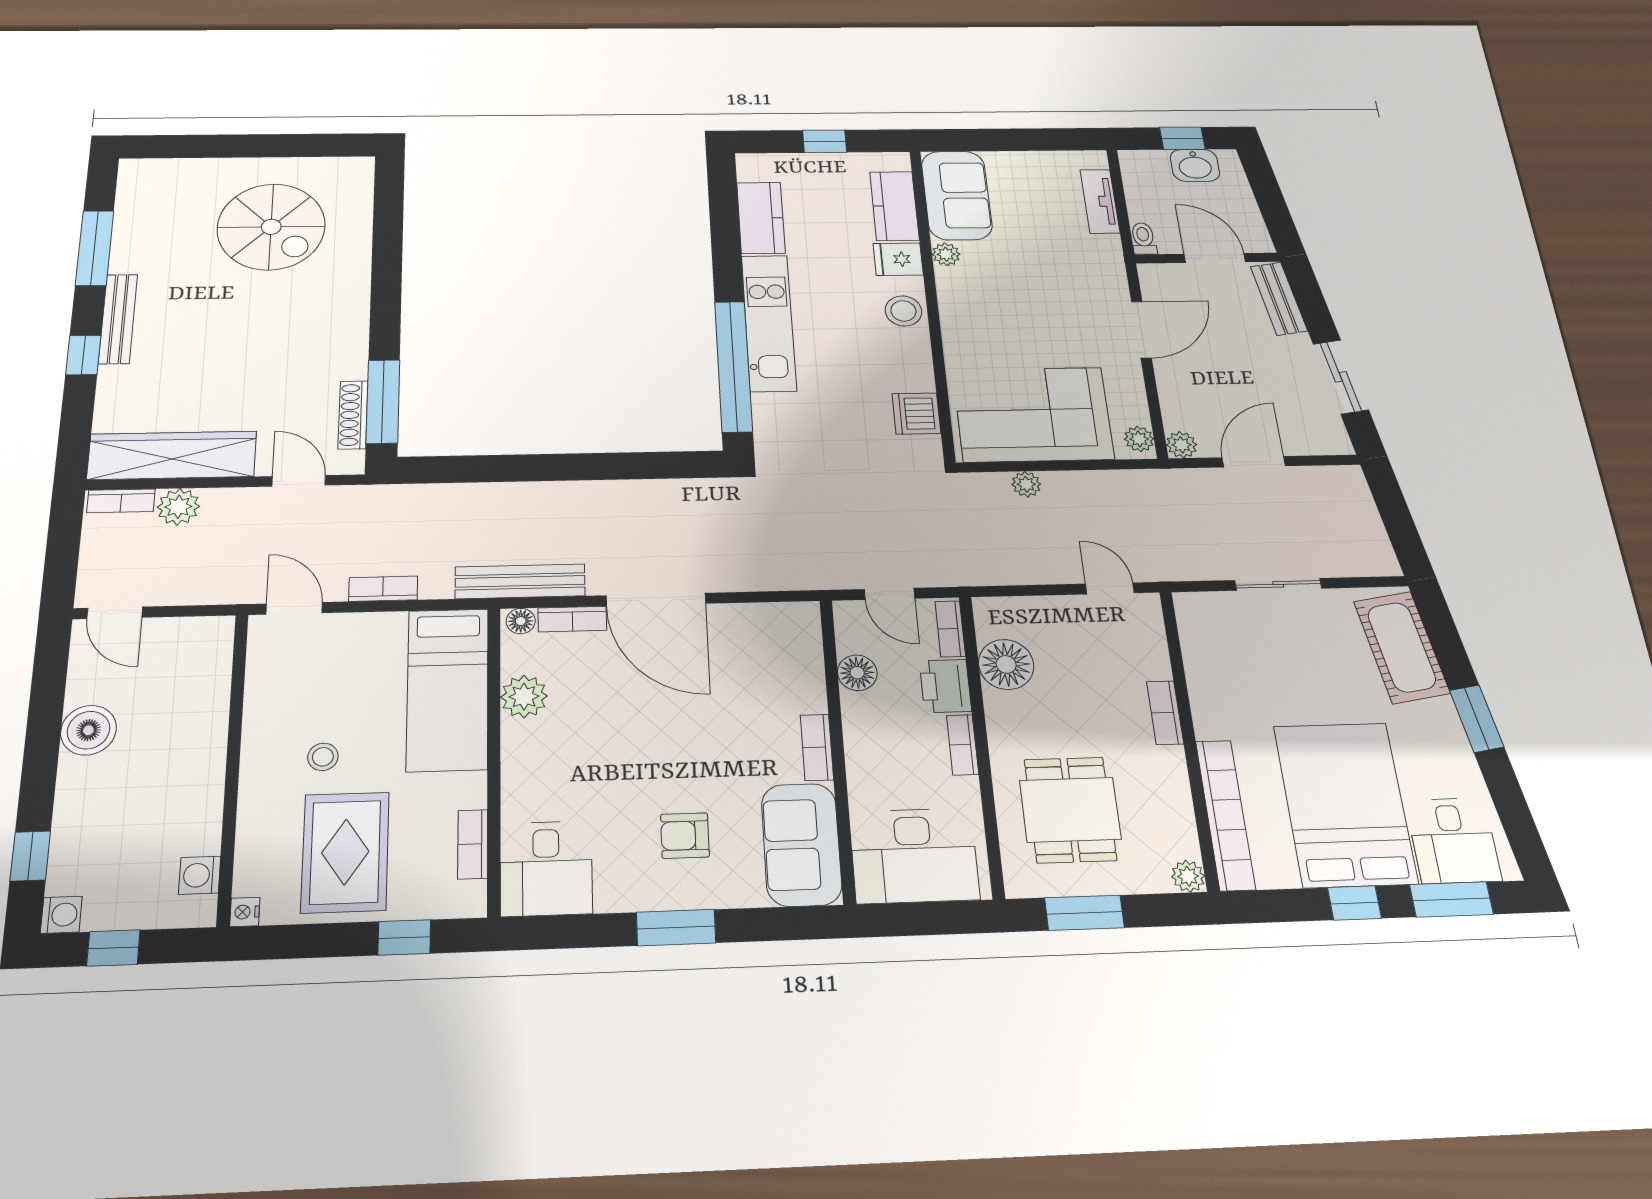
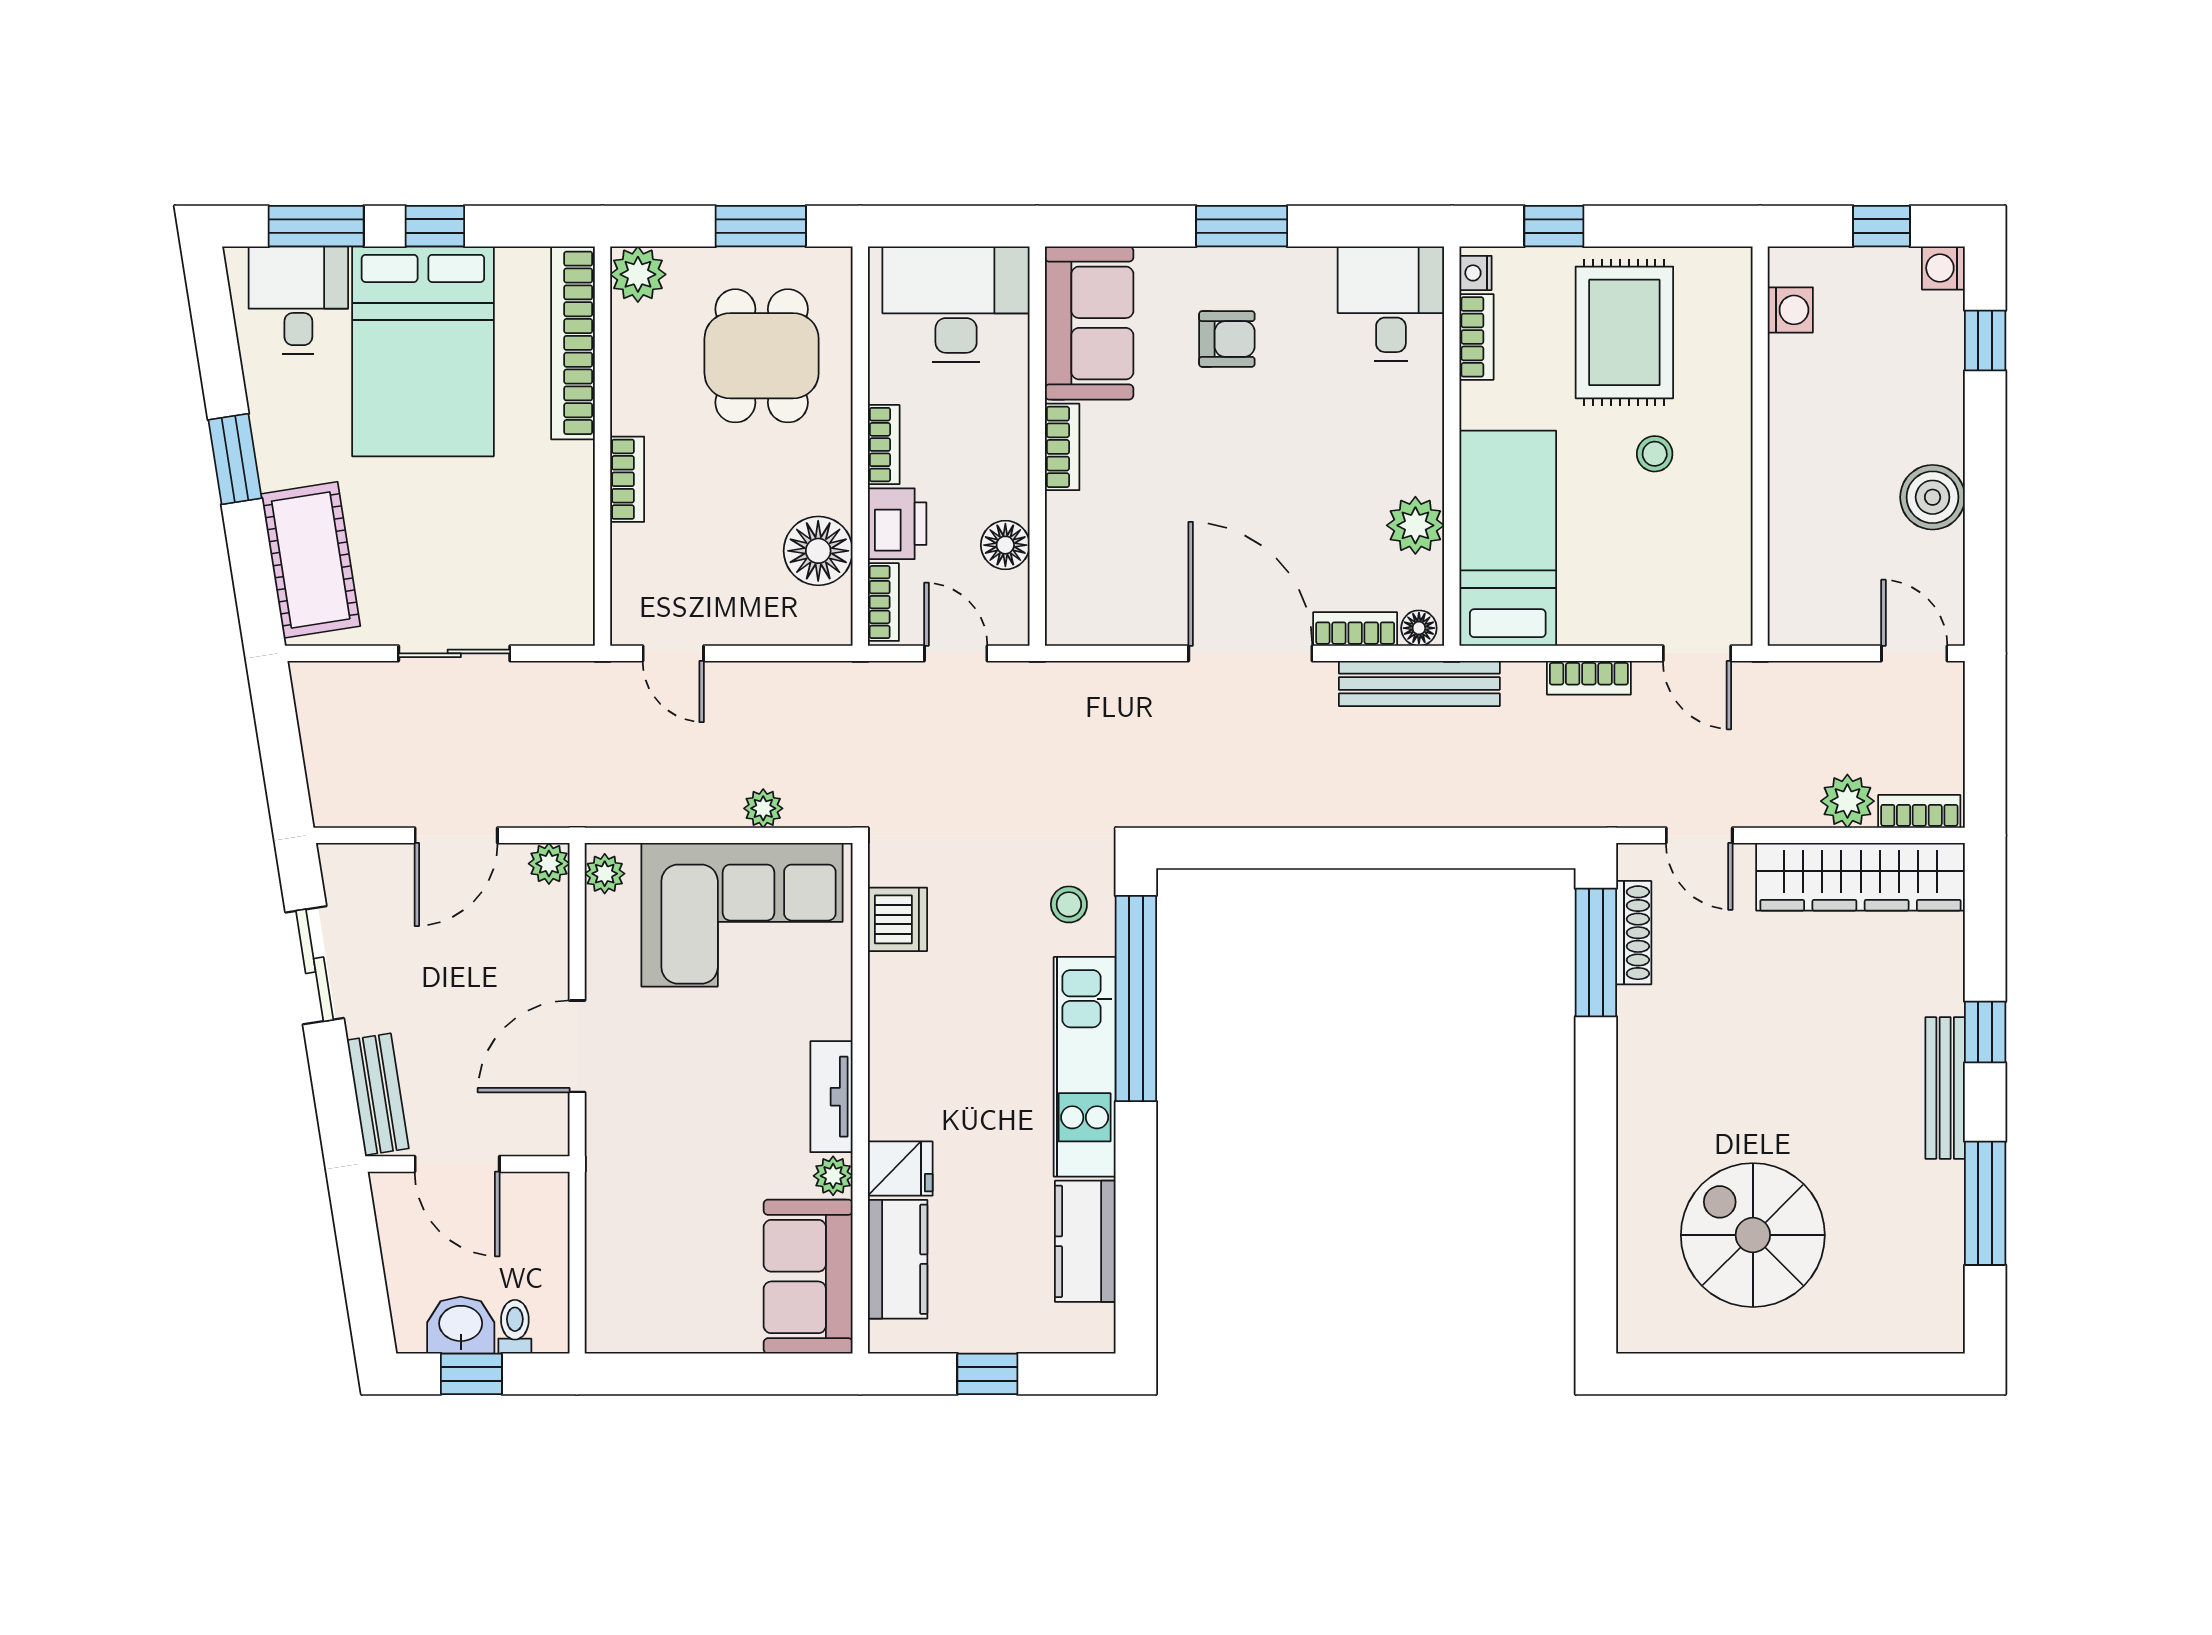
tv unit: (1100, 201) -> (831, 1097), moved, turned 180
toilet: (1143, 239) -> (515, 1327), moved, turned 180
stool: (903, 311) -> (1069, 904), moved, width x0.73, depth x0.73
plant: (1188, 876) -> (638, 274), width x1.38, depth x1.38
nightstand: (245, 912) -> (1476, 273), moved, turned 180

